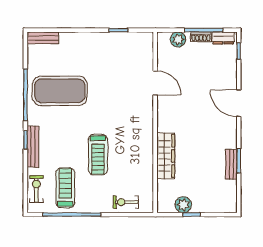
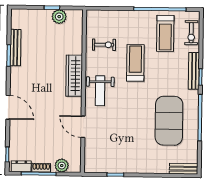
exercise mat: (60, 91) -> (169, 121), turned 90
weight bench: (137, 123) -> (100, 91), added
wardrobe: (166, 156) -> (74, 76), moved
bench: (231, 164) -> (15, 48), width x1.36
exercise bike: (126, 202) -> (104, 45), moved

